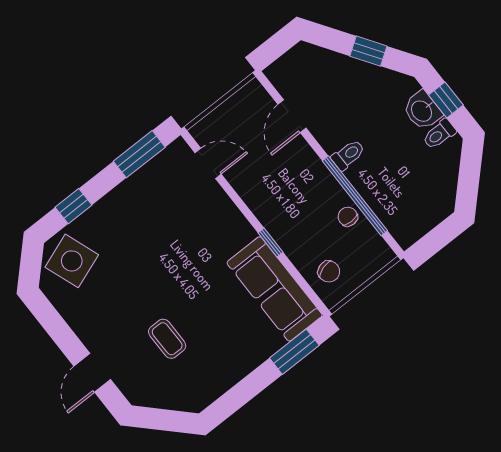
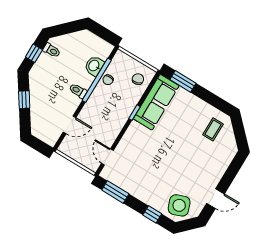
washbasin: (422, 111) -> (94, 66), moved, turned 180
coffee table: (167, 339) -> (213, 129), moved
door: (92, 373) -> (215, 199), moved

